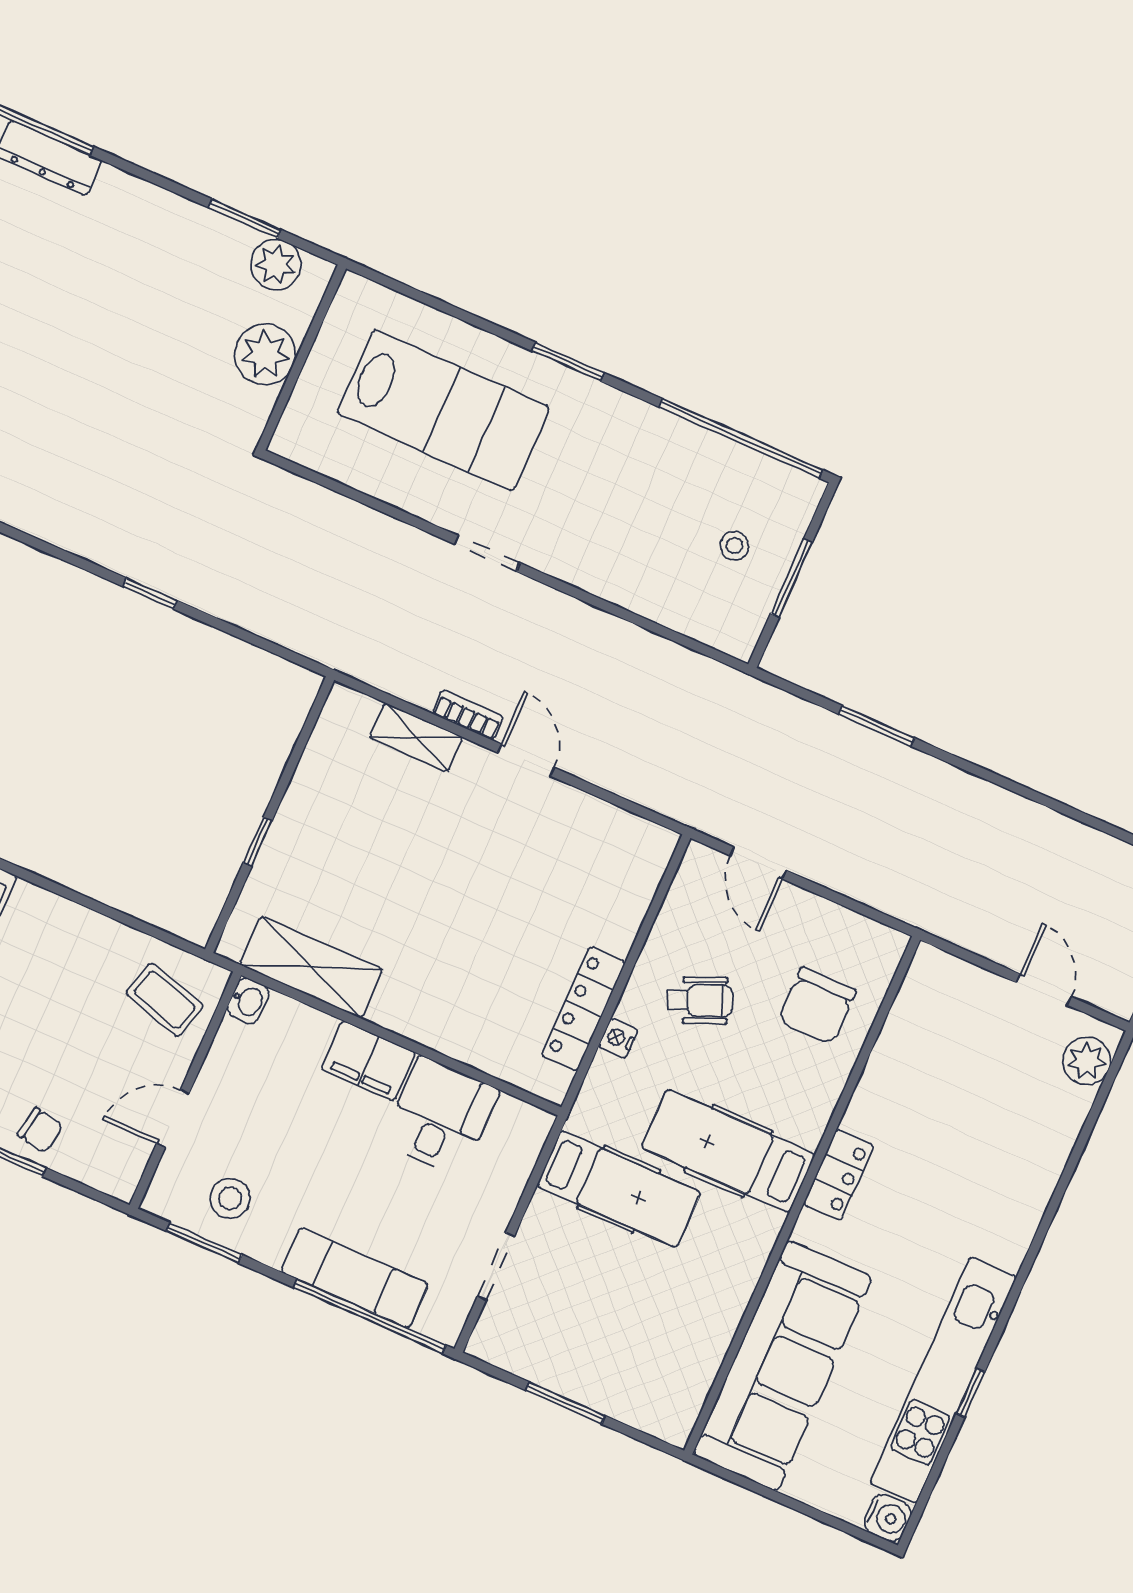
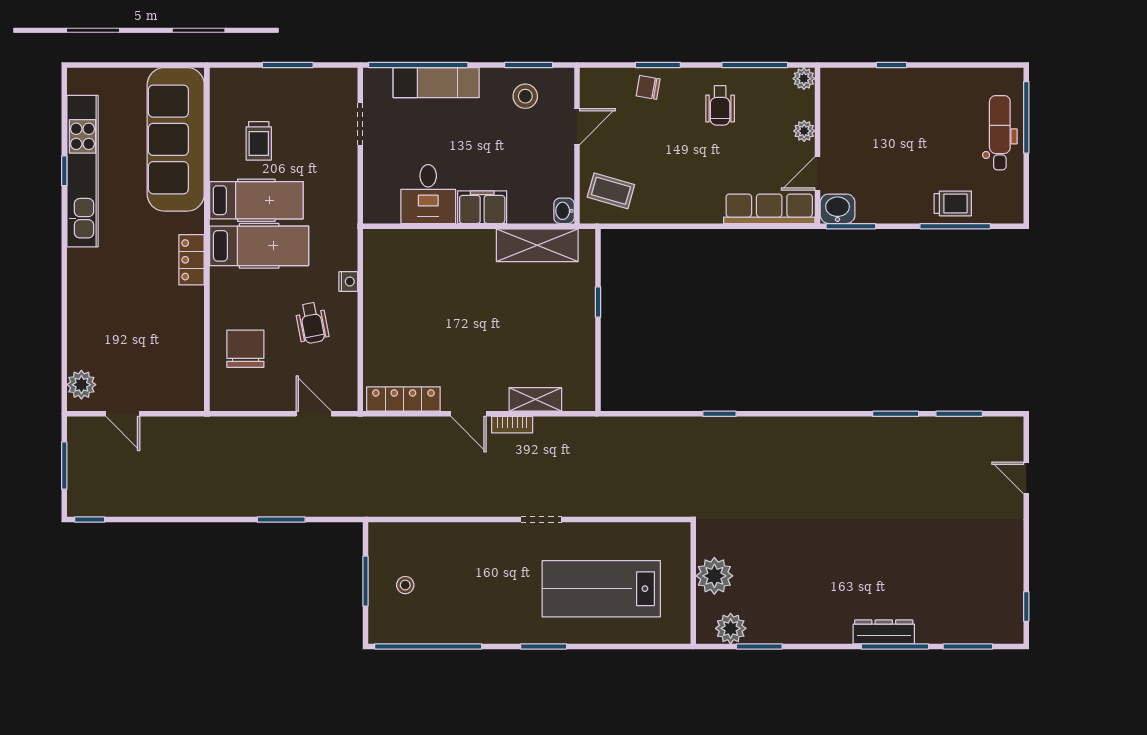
wheelchair: (700, 1000) -> (312, 323), turned -78
locker: (583, 1009) -> (403, 399), moved, turned -90
hospital bed: (619, 1189) -> (256, 200), moved, turned 180
trolley: (659, 1309) -> (259, 141), added
water cooler: (888, 1518) -> (79, 81), removed

